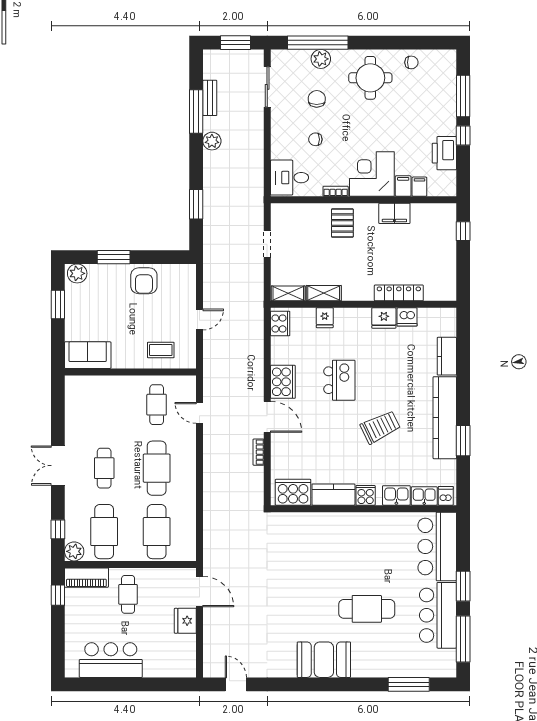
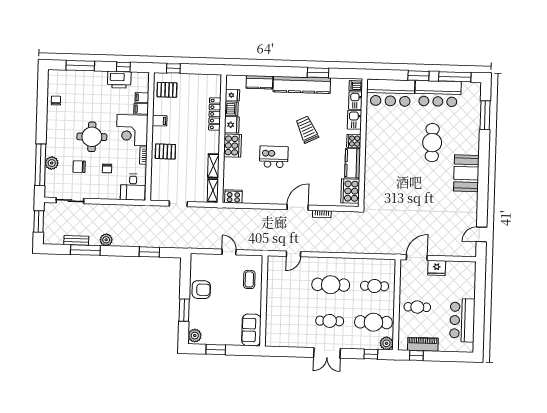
round table: (370, 78) -> (92, 137), moved
window: (463, 136) -> (123, 67), moved
filing cabinet: (394, 213) -> (160, 121), width x0.50
pallet: (432, 223) -> (167, 90), added
fridge: (325, 318) -> (232, 95), moved
cooker: (283, 382) -> (233, 146), moved, turned 90
cafe table: (157, 405) -> (287, 283), removed
cafe table: (157, 532) -> (375, 286), width x0.73, depth x0.74
piano: (86, 578) -> (423, 344), moved, turned -90

